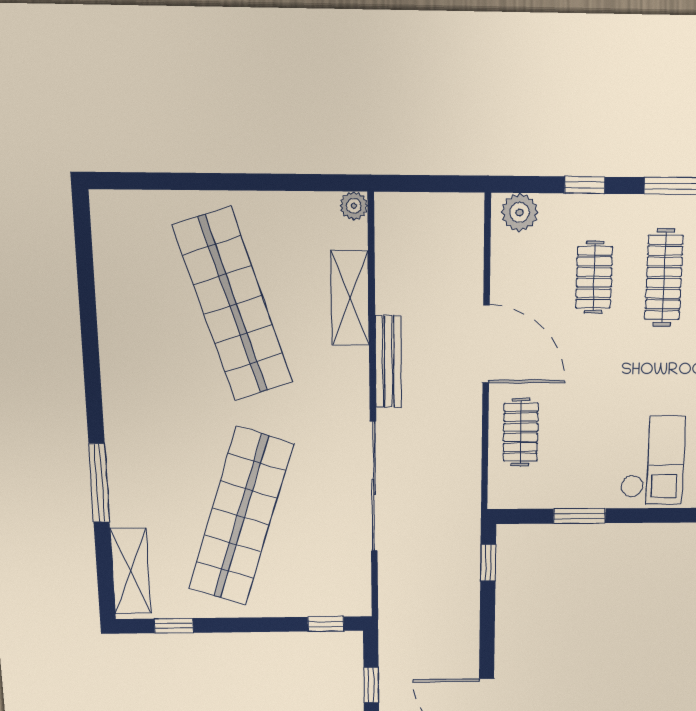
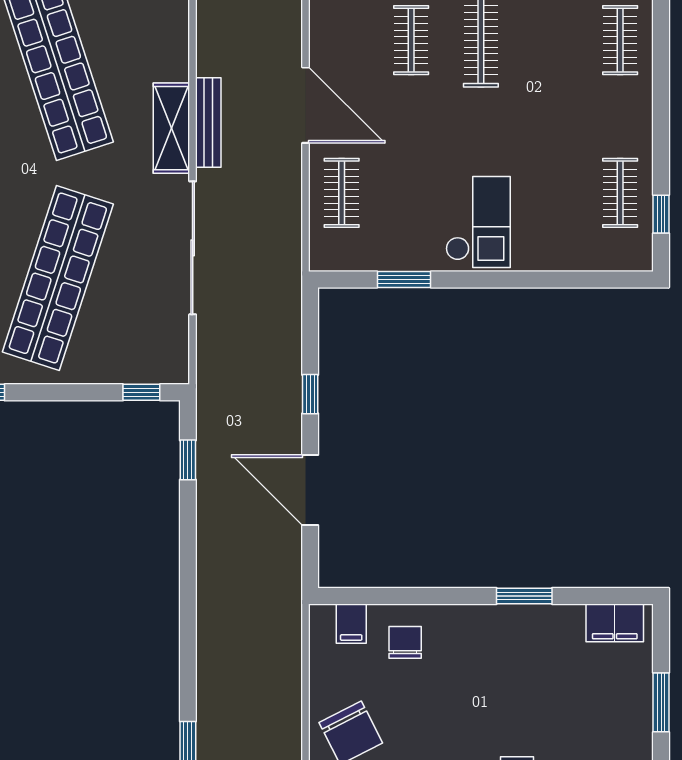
shelving: (350, 298) -> (171, 128), moved
window: (488, 563) -> (310, 394), moved

